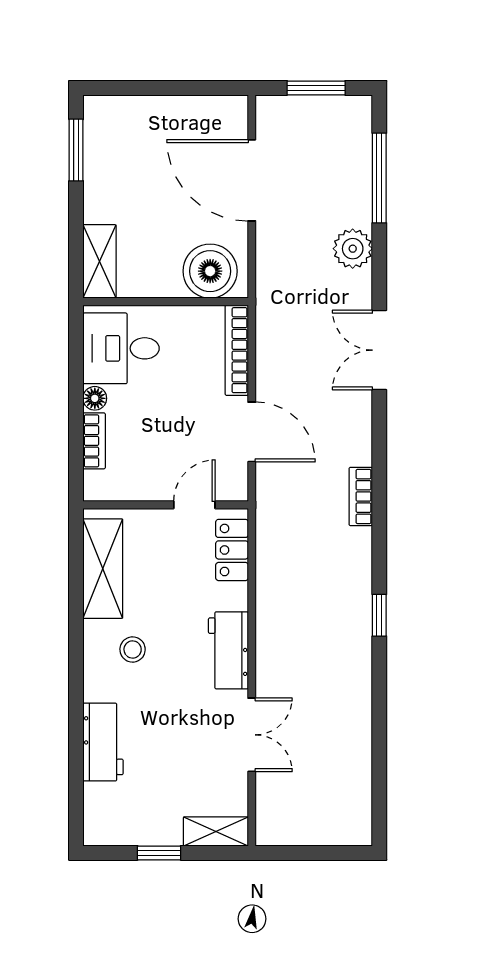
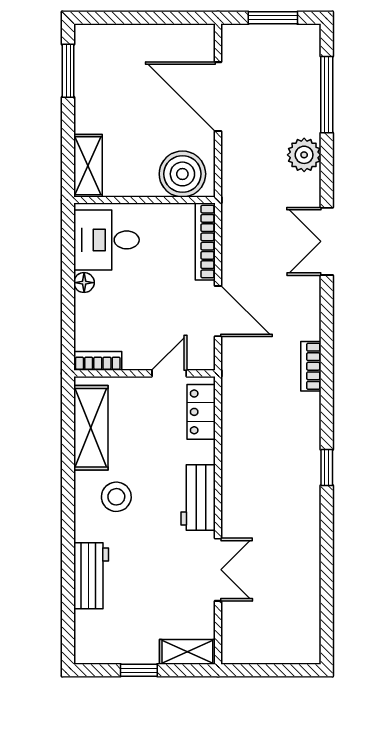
bookcase: (94, 441) -> (98, 361), moved, turned -90
stool: (133, 649) -> (116, 497), width x1.37, depth x1.37

